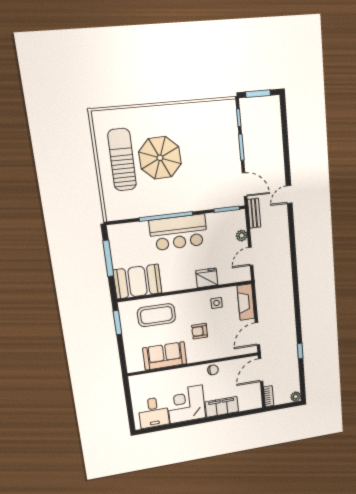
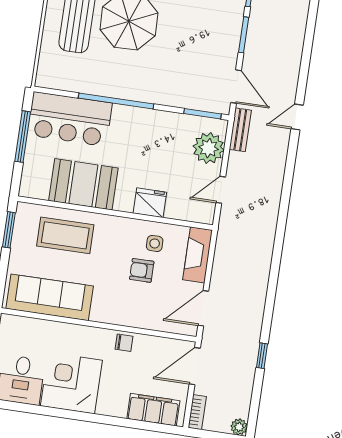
bar counter: (178, 232) -> (70, 119), moved
plant: (242, 236) -> (209, 148), width x1.88, depth x1.88
booth: (138, 281) -> (83, 184), moved
armchair: (200, 331) -> (142, 270), moved
sofa: (165, 356) -> (50, 297), width x1.36
filing cabinet: (222, 407) -> (153, 410), moved

